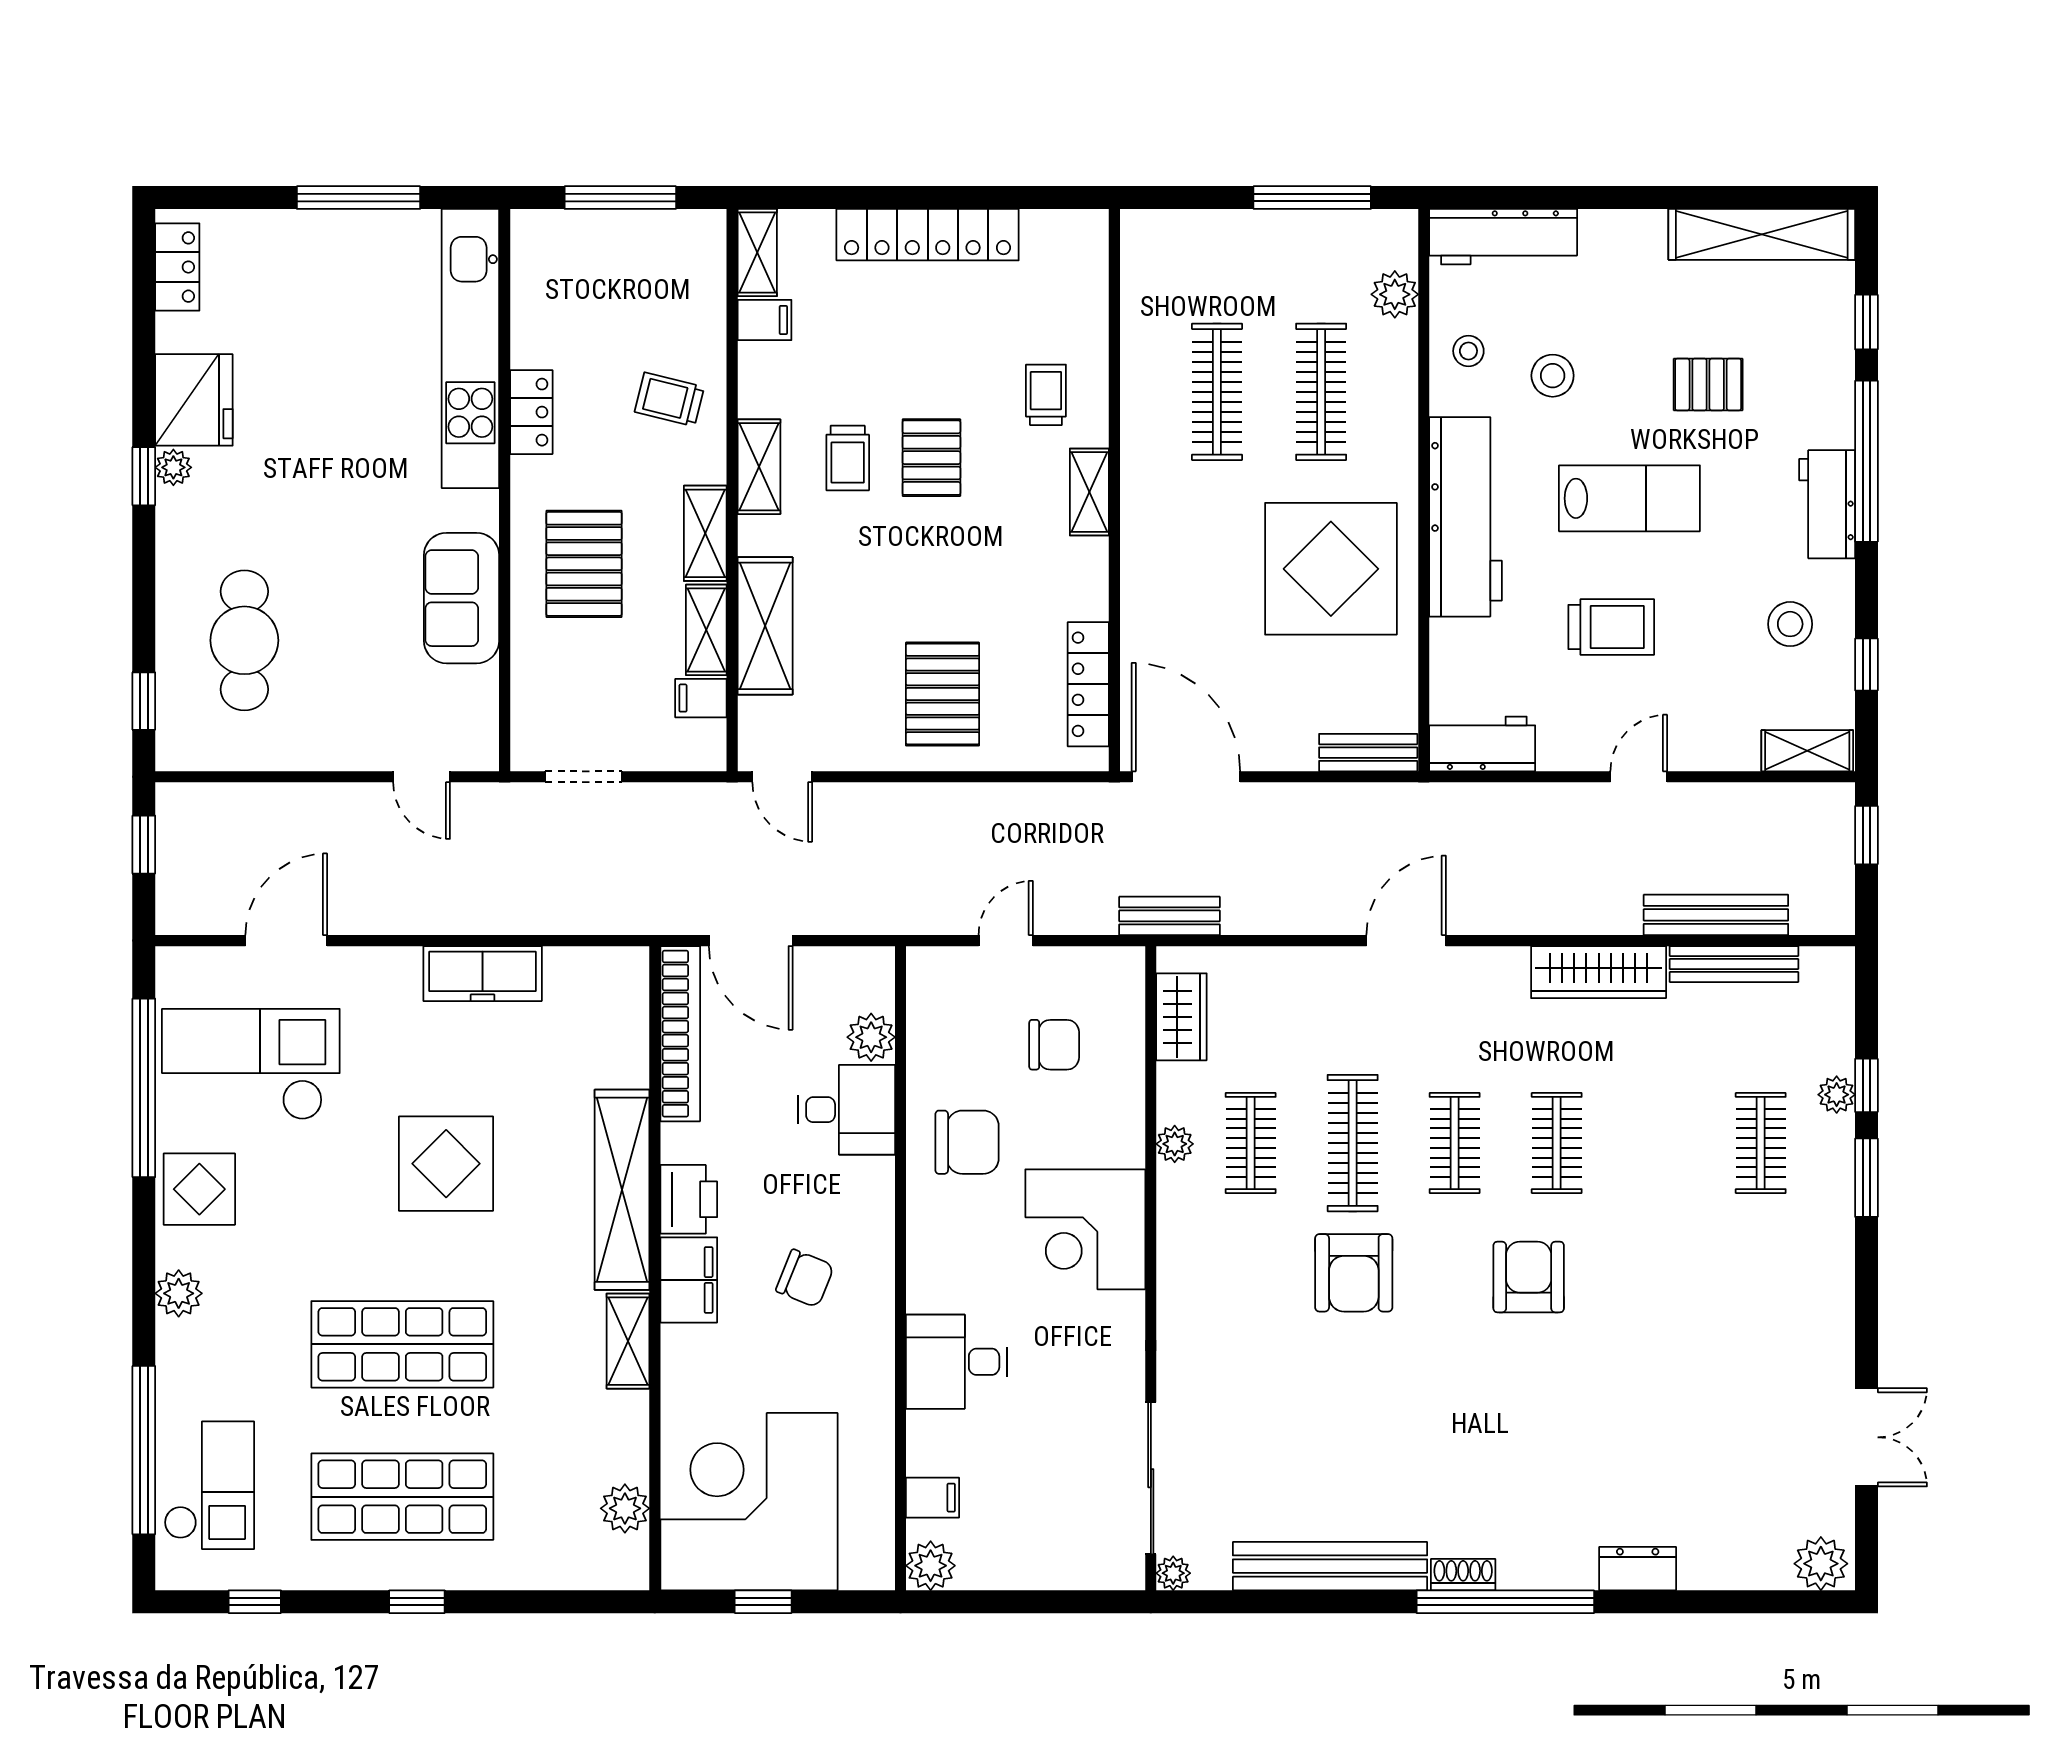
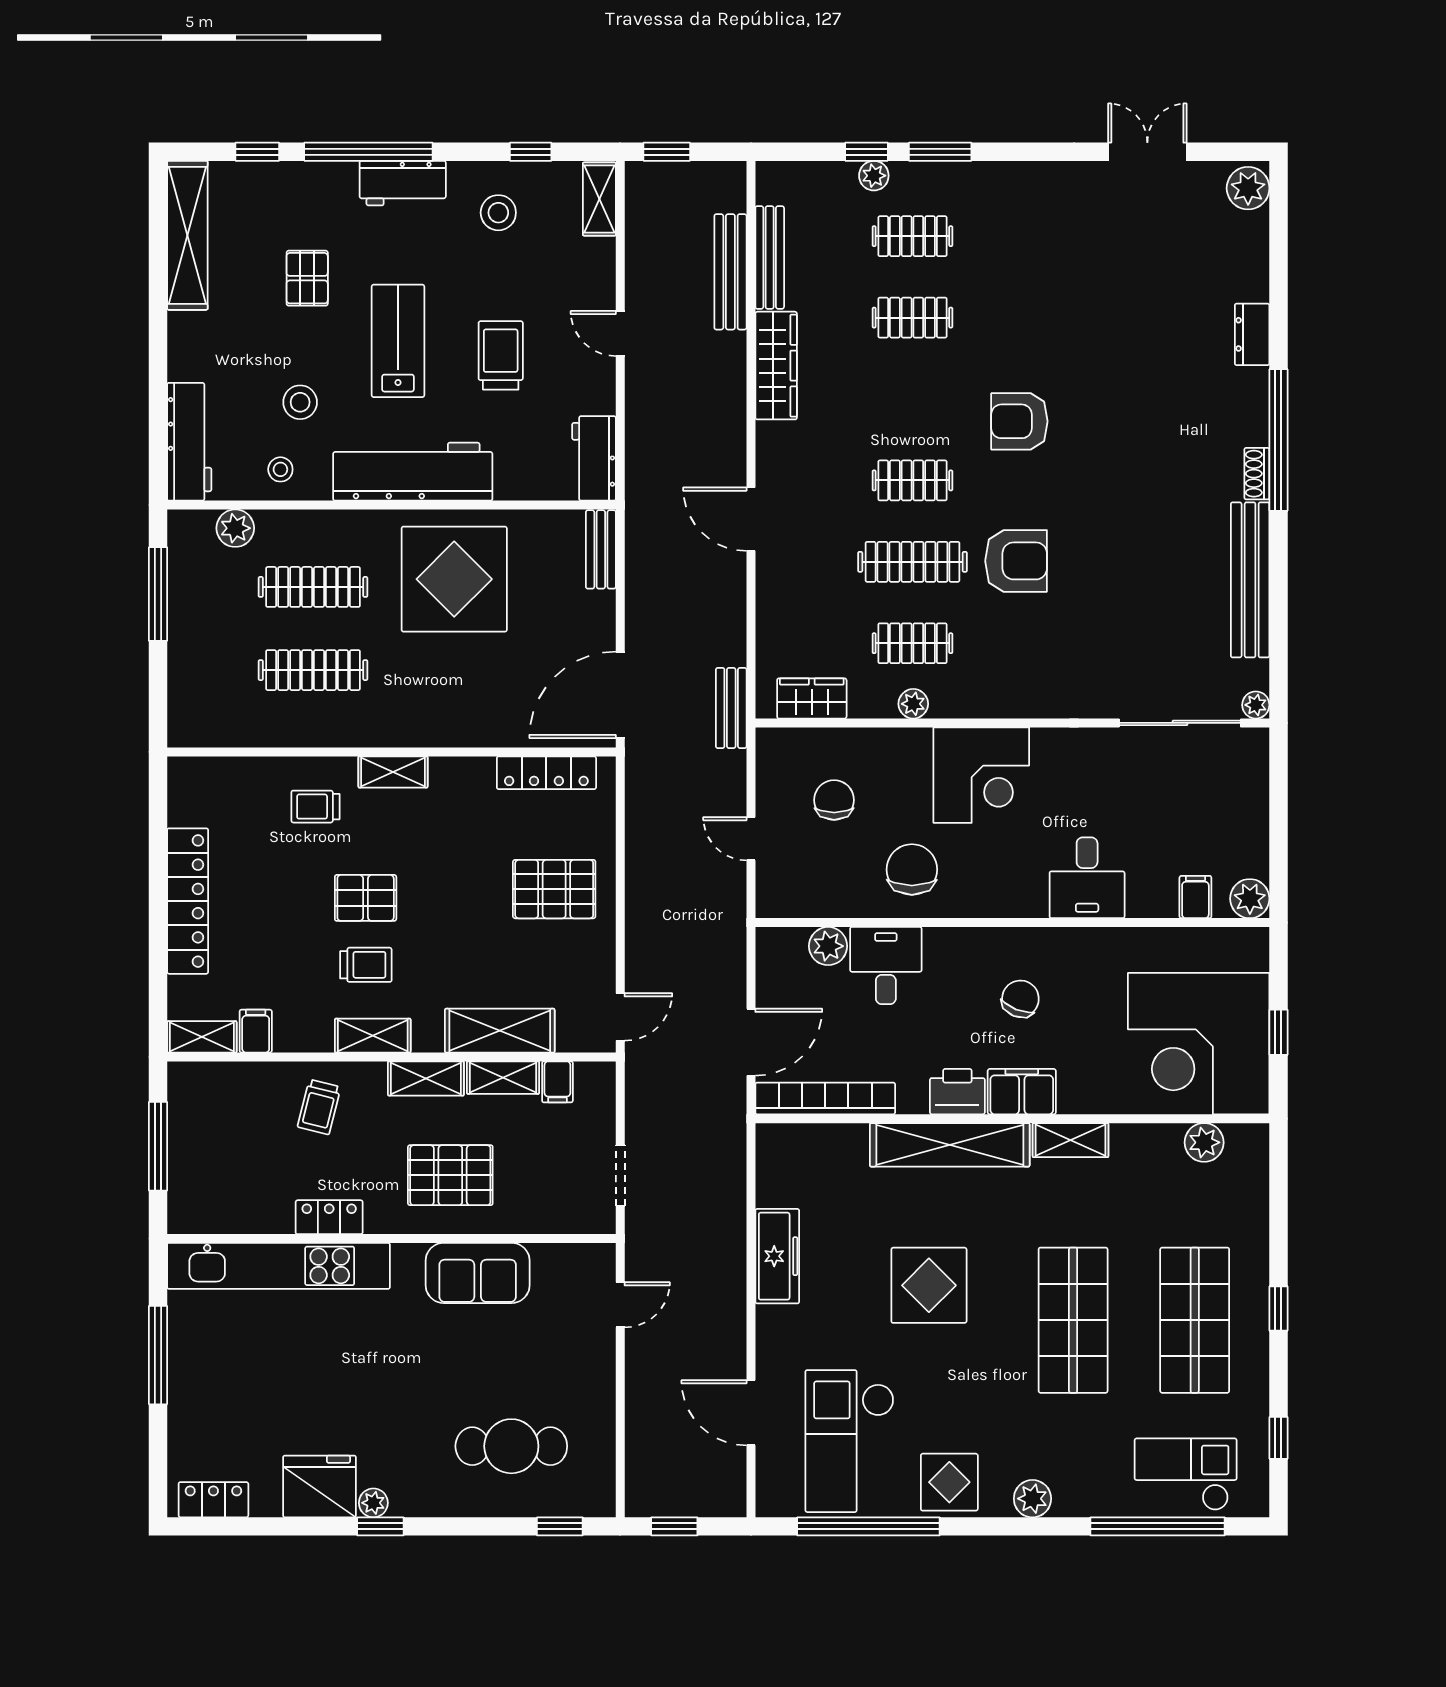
clothes rail: (1557, 1143) -> (912, 318), moved

